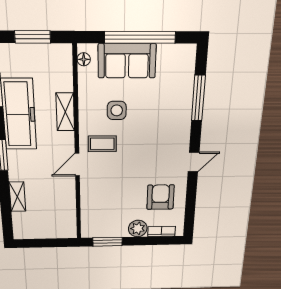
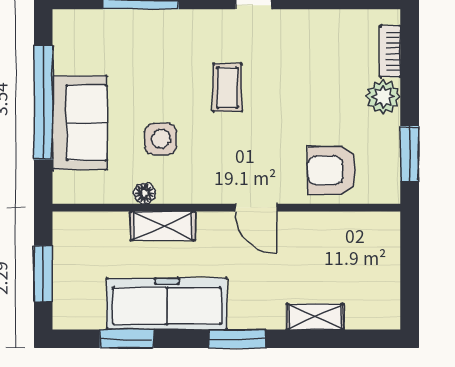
floor lamp: (84, 59) -> (145, 193), moved
coffee table: (102, 144) -> (227, 88), moved
armchair: (160, 197) -> (332, 170), moved

